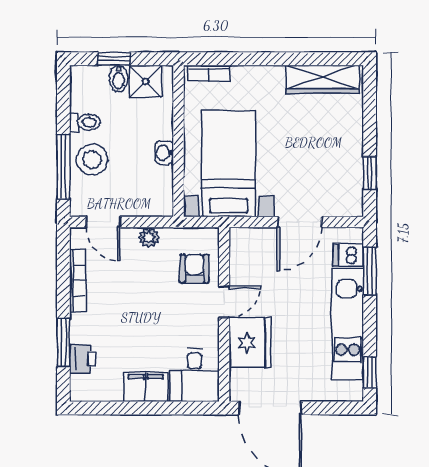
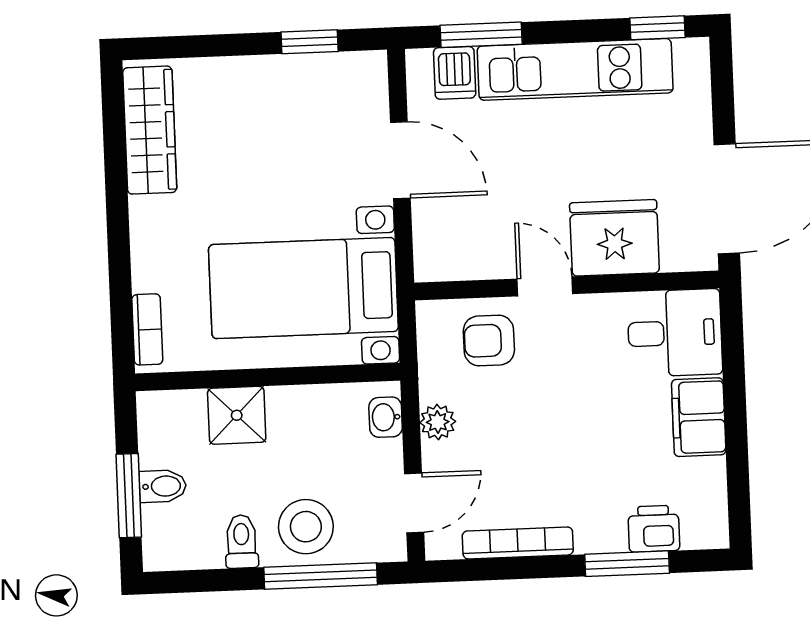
window: (114, 59) -> (129, 496), width x1.50
shower: (146, 81) -> (237, 415), moved
washbasin: (164, 153) -> (386, 417), moved, turned 90

